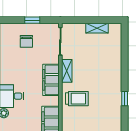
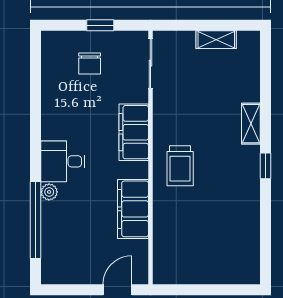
shelving: (67, 71) -> (251, 124), moved
trolley: (77, 99) -> (180, 166), turned 90

